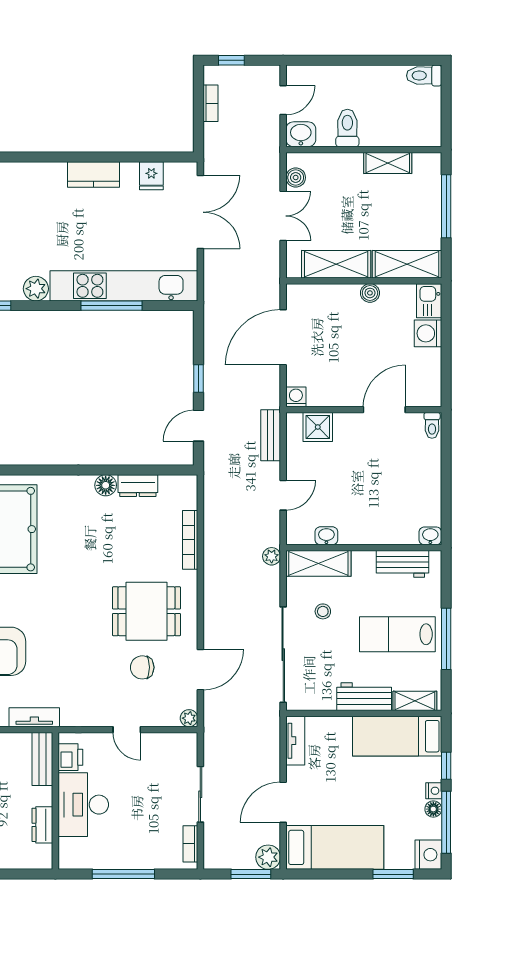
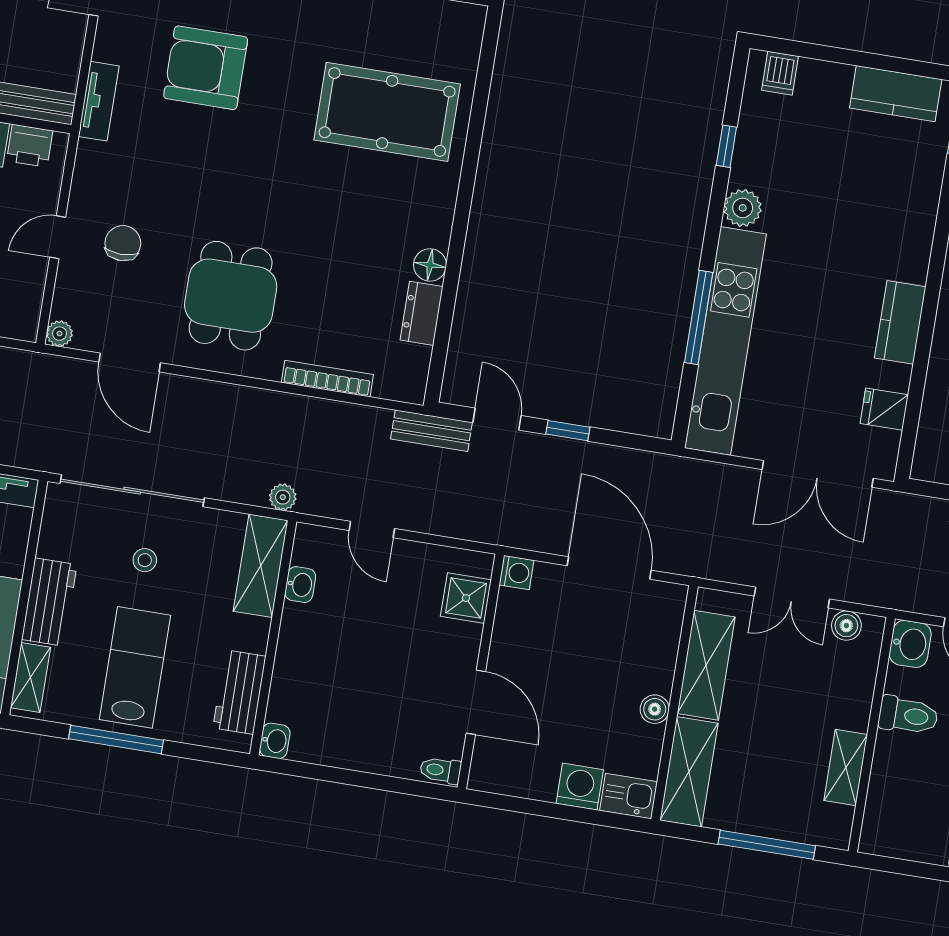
bench: (271, 435) -> (431, 431), moved
stool: (323, 611) -> (145, 560), moved
chair: (142, 667) -> (123, 243), moved

